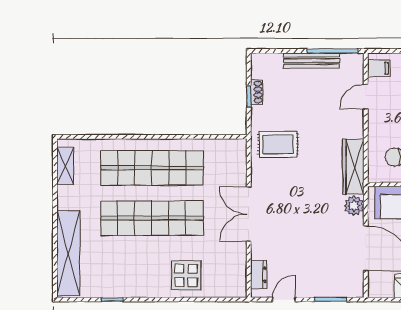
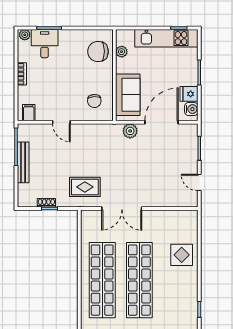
door: (366, 97) -> (61, 122), moved
rug: (278, 144) -> (85, 187), turned 90
wardrobe: (353, 167) -> (101, 132), removed
double door: (249, 214) -> (122, 209), moved
dresser: (259, 275) -> (181, 201), removed
water cooler: (384, 289) -> (191, 109), added

